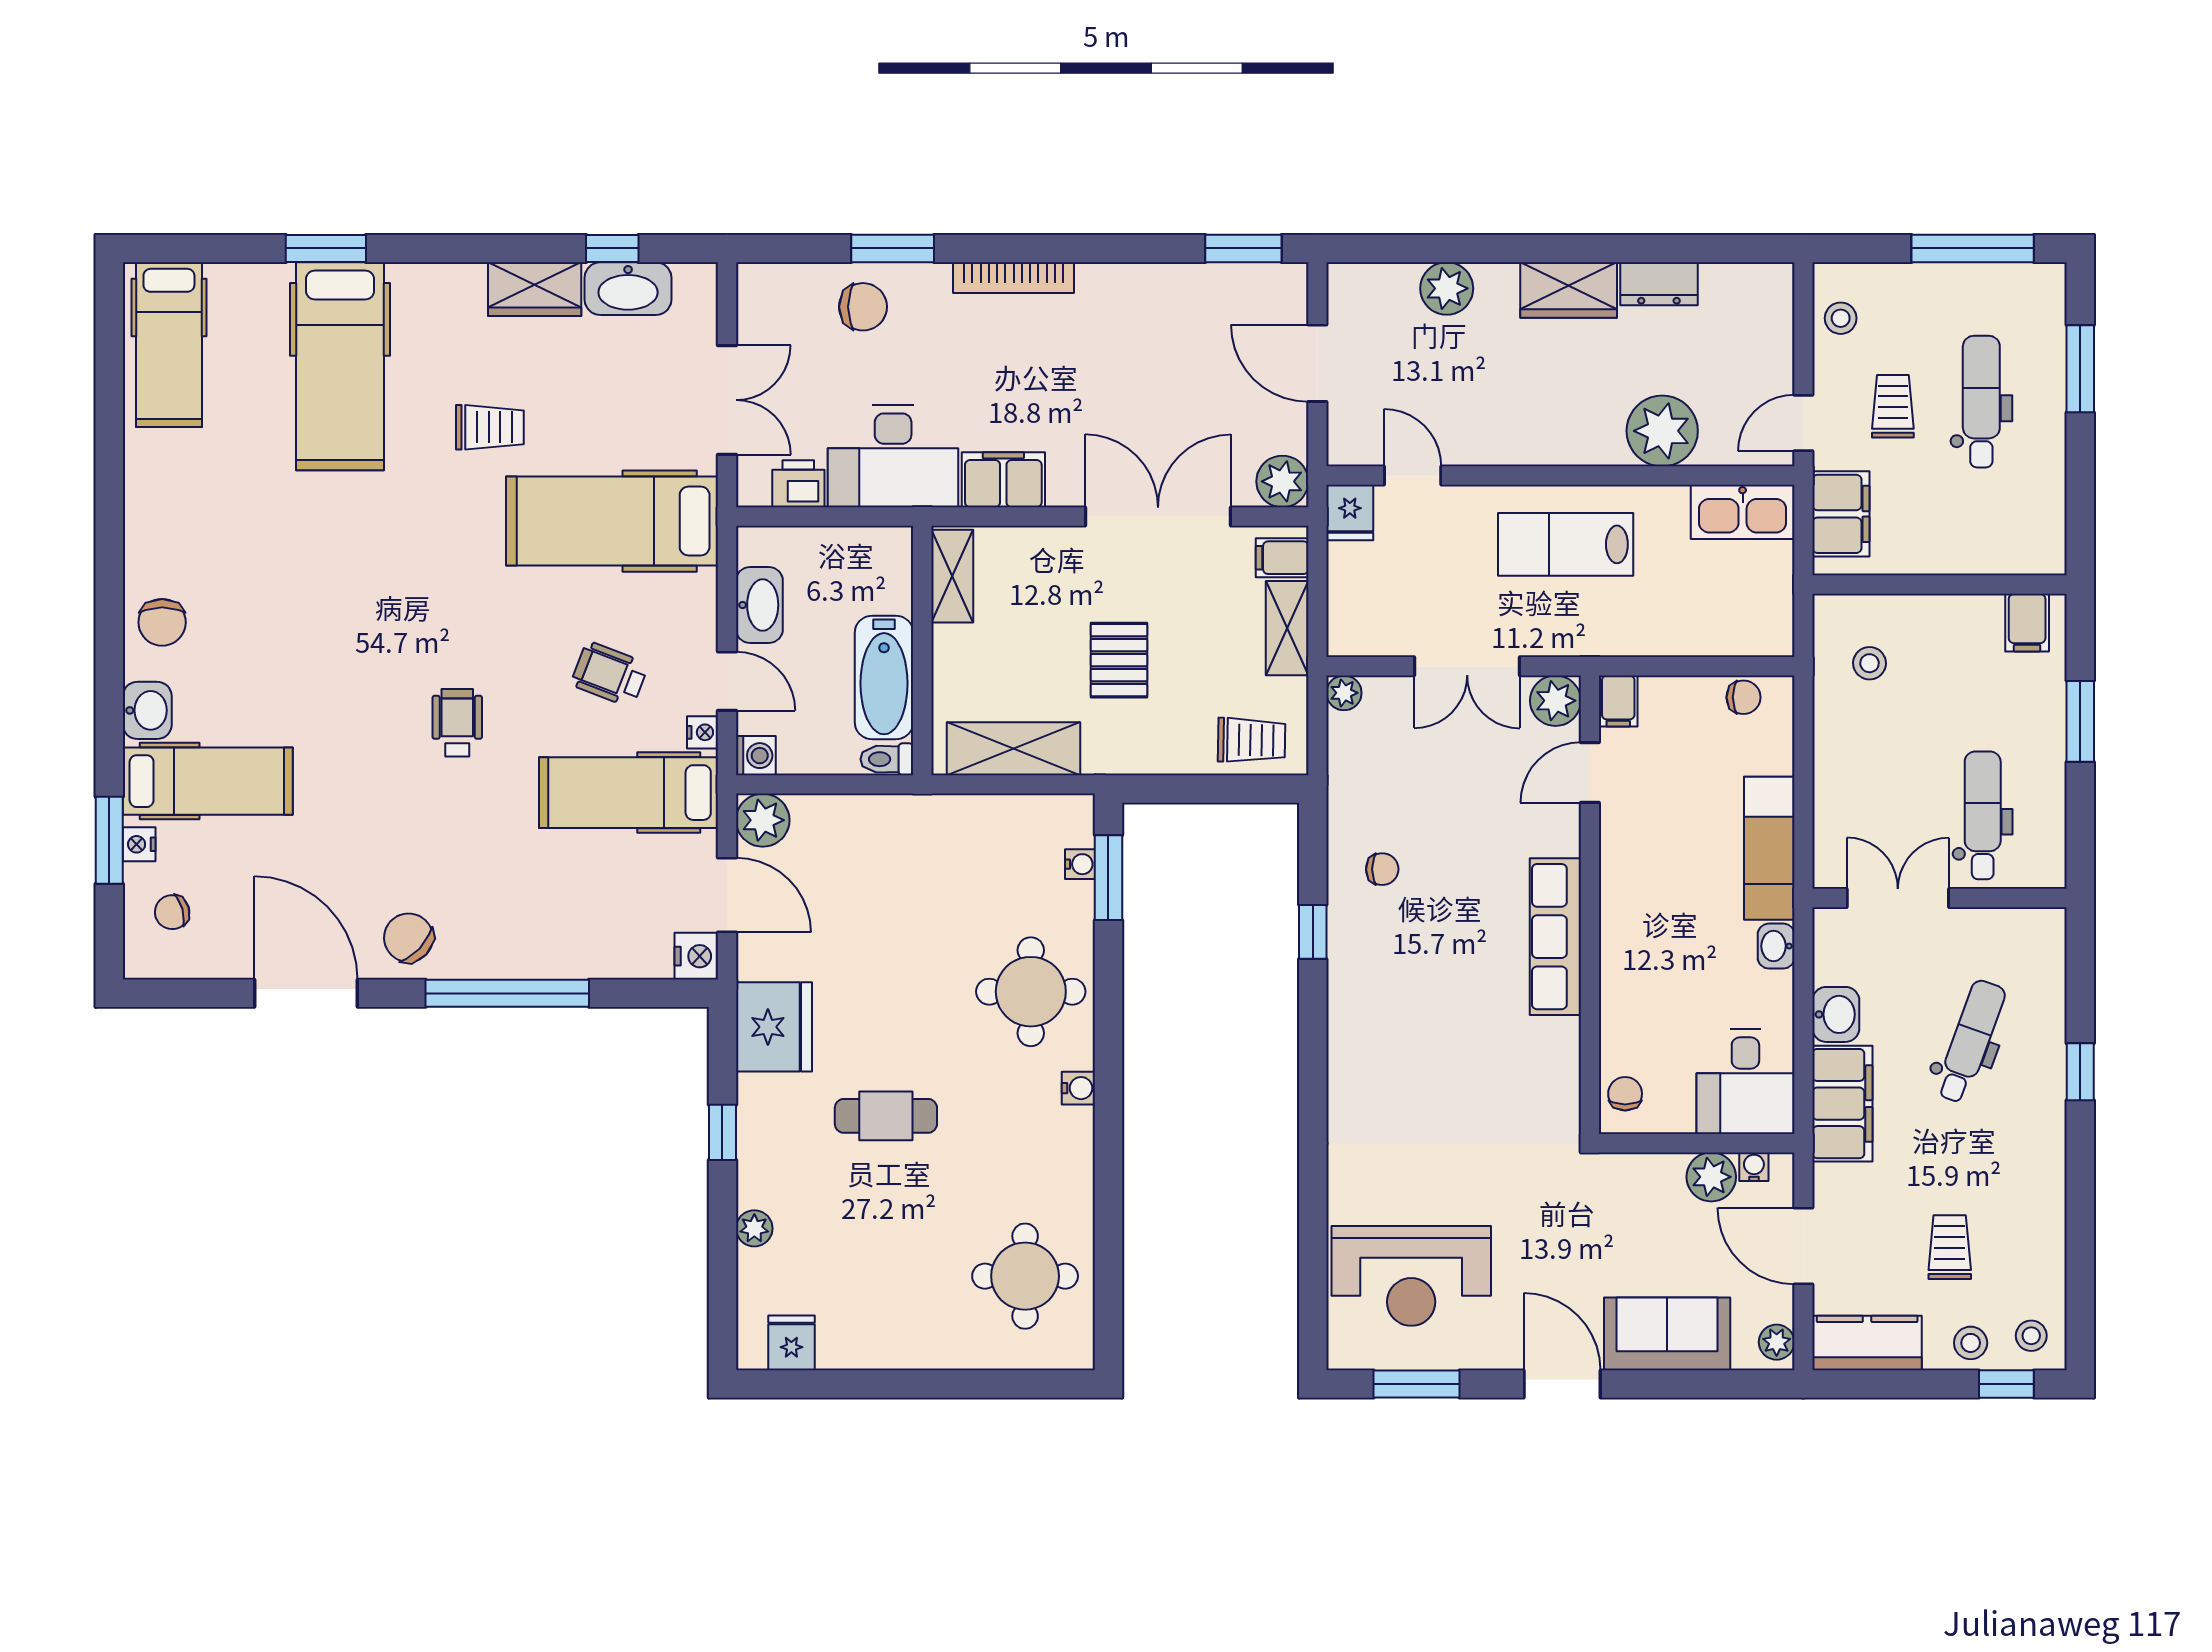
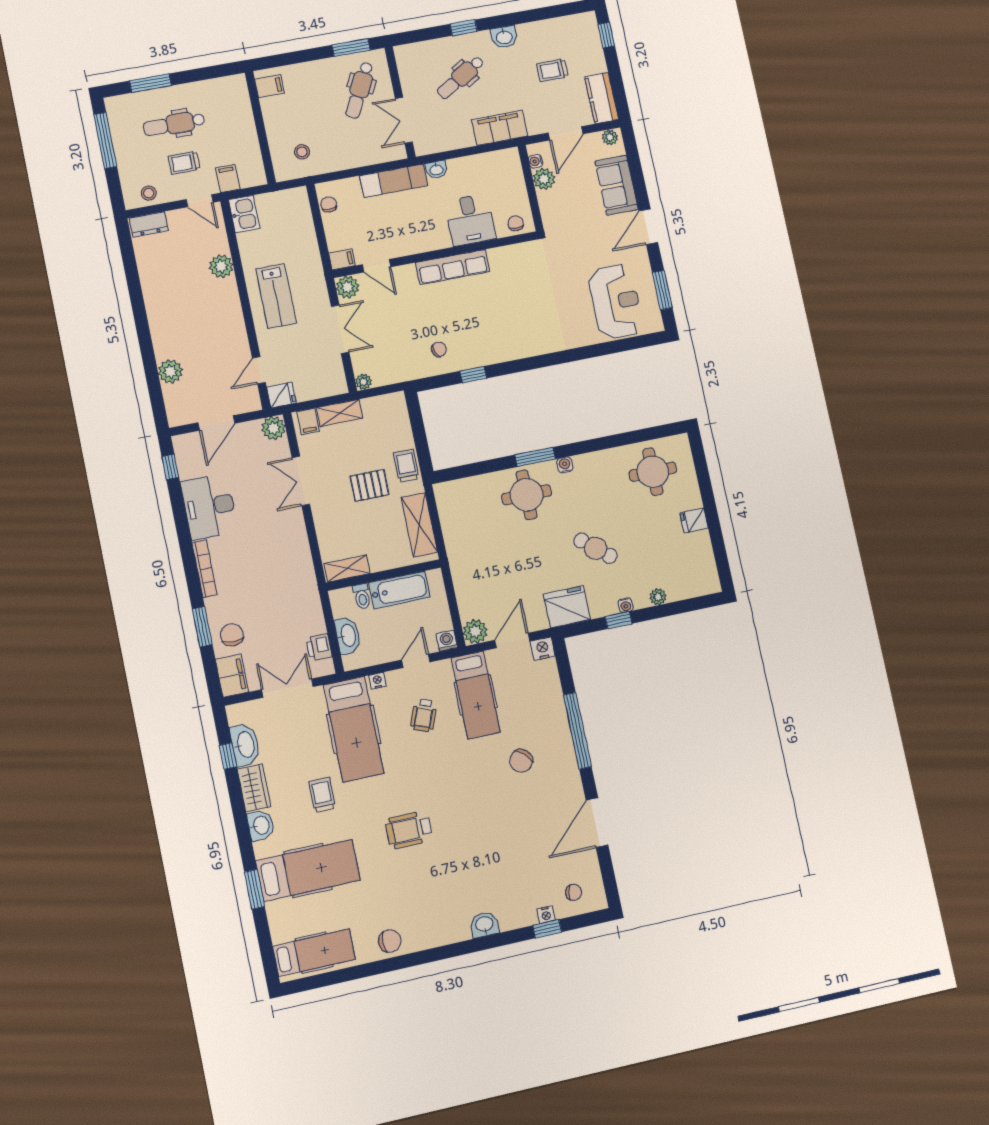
window: (1243, 248) -> (170, 467), width x0.67
dresser: (1659, 284) -> (149, 224), moved, turned 90
washbasin: (454, 288) -> (261, 825), added
wardrobe: (1569, 290) -> (160, 317), removed
plant: (1662, 431) -> (221, 266), width x0.73, depth x0.73
desk: (893, 456) -> (209, 507), moved, turned 180
filing cabinet: (1003, 480) -> (232, 676), moved, turned 180
kitchen sink: (1743, 512) -> (244, 214), width x0.73
filing cabinet: (1841, 514) -> (228, 178), width x0.50
double door: (1158, 516) -> (301, 481), width x0.73
washbasin: (759, 605) -> (348, 636), moved, turned 90
chair: (162, 622) -> (390, 941), moved
window: (2080, 721) -> (351, 48), moved
wheelchair: (457, 723) -> (409, 830), moved, width x1.36, depth x1.37
nightstand: (703, 732) -> (377, 681), moved
trolley: (1252, 740) -> (406, 466), moved
toilet: (887, 759) -> (362, 596), moved
hospital bed: (208, 781) -> (511, 889), removed
dental chair: (1983, 815) -> (360, 90), turned -62
window: (109, 840) -> (547, 929), width x0.67
water cooler: (1080, 864) -> (626, 605), moved, turned 180
chair: (1382, 869) -> (439, 349), turned 67
window: (1108, 878) -> (535, 457), moved
chair: (172, 912) -> (574, 892), turned -63
chair: (409, 938) -> (521, 761), moved
washbasin: (1836, 1014) -> (504, 37), moved, turned 180
dental chair: (1970, 1041) -> (460, 77), turned -51
desk: (1745, 1081) -> (470, 220), moved, turned 90
chair: (1625, 1094) -> (516, 223), turned 90
cafe table: (886, 1116) -> (596, 548), turned -50
stool: (2031, 1336) -> (583, 28), removed
fridge: (791, 1343) -> (694, 520), moved
stool: (1971, 1343) -> (592, 54), removed

